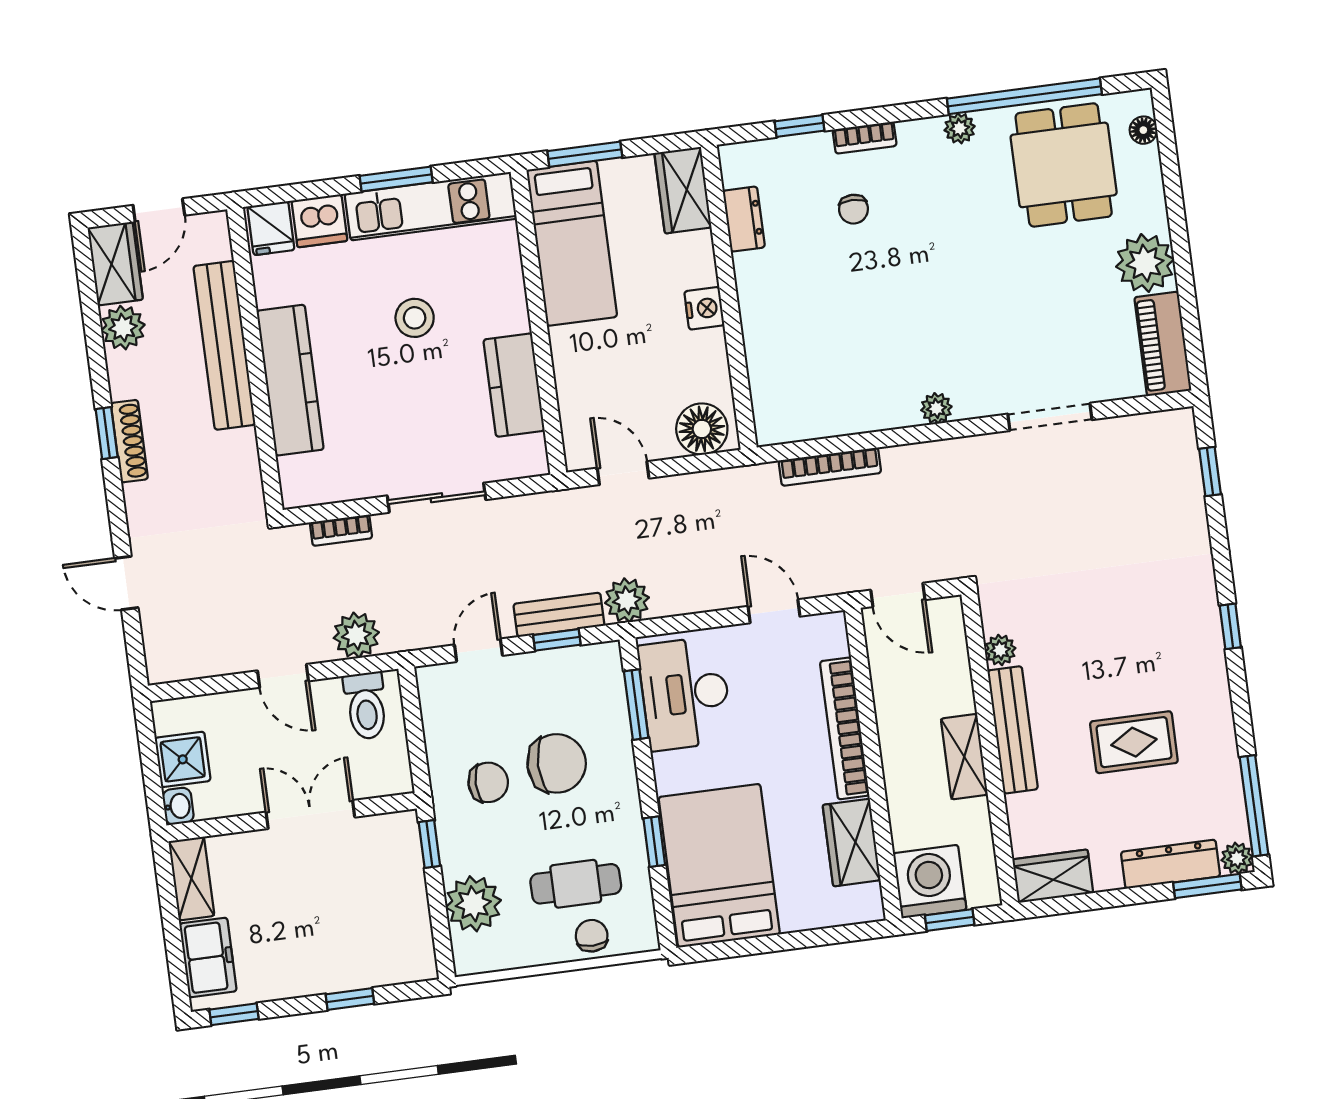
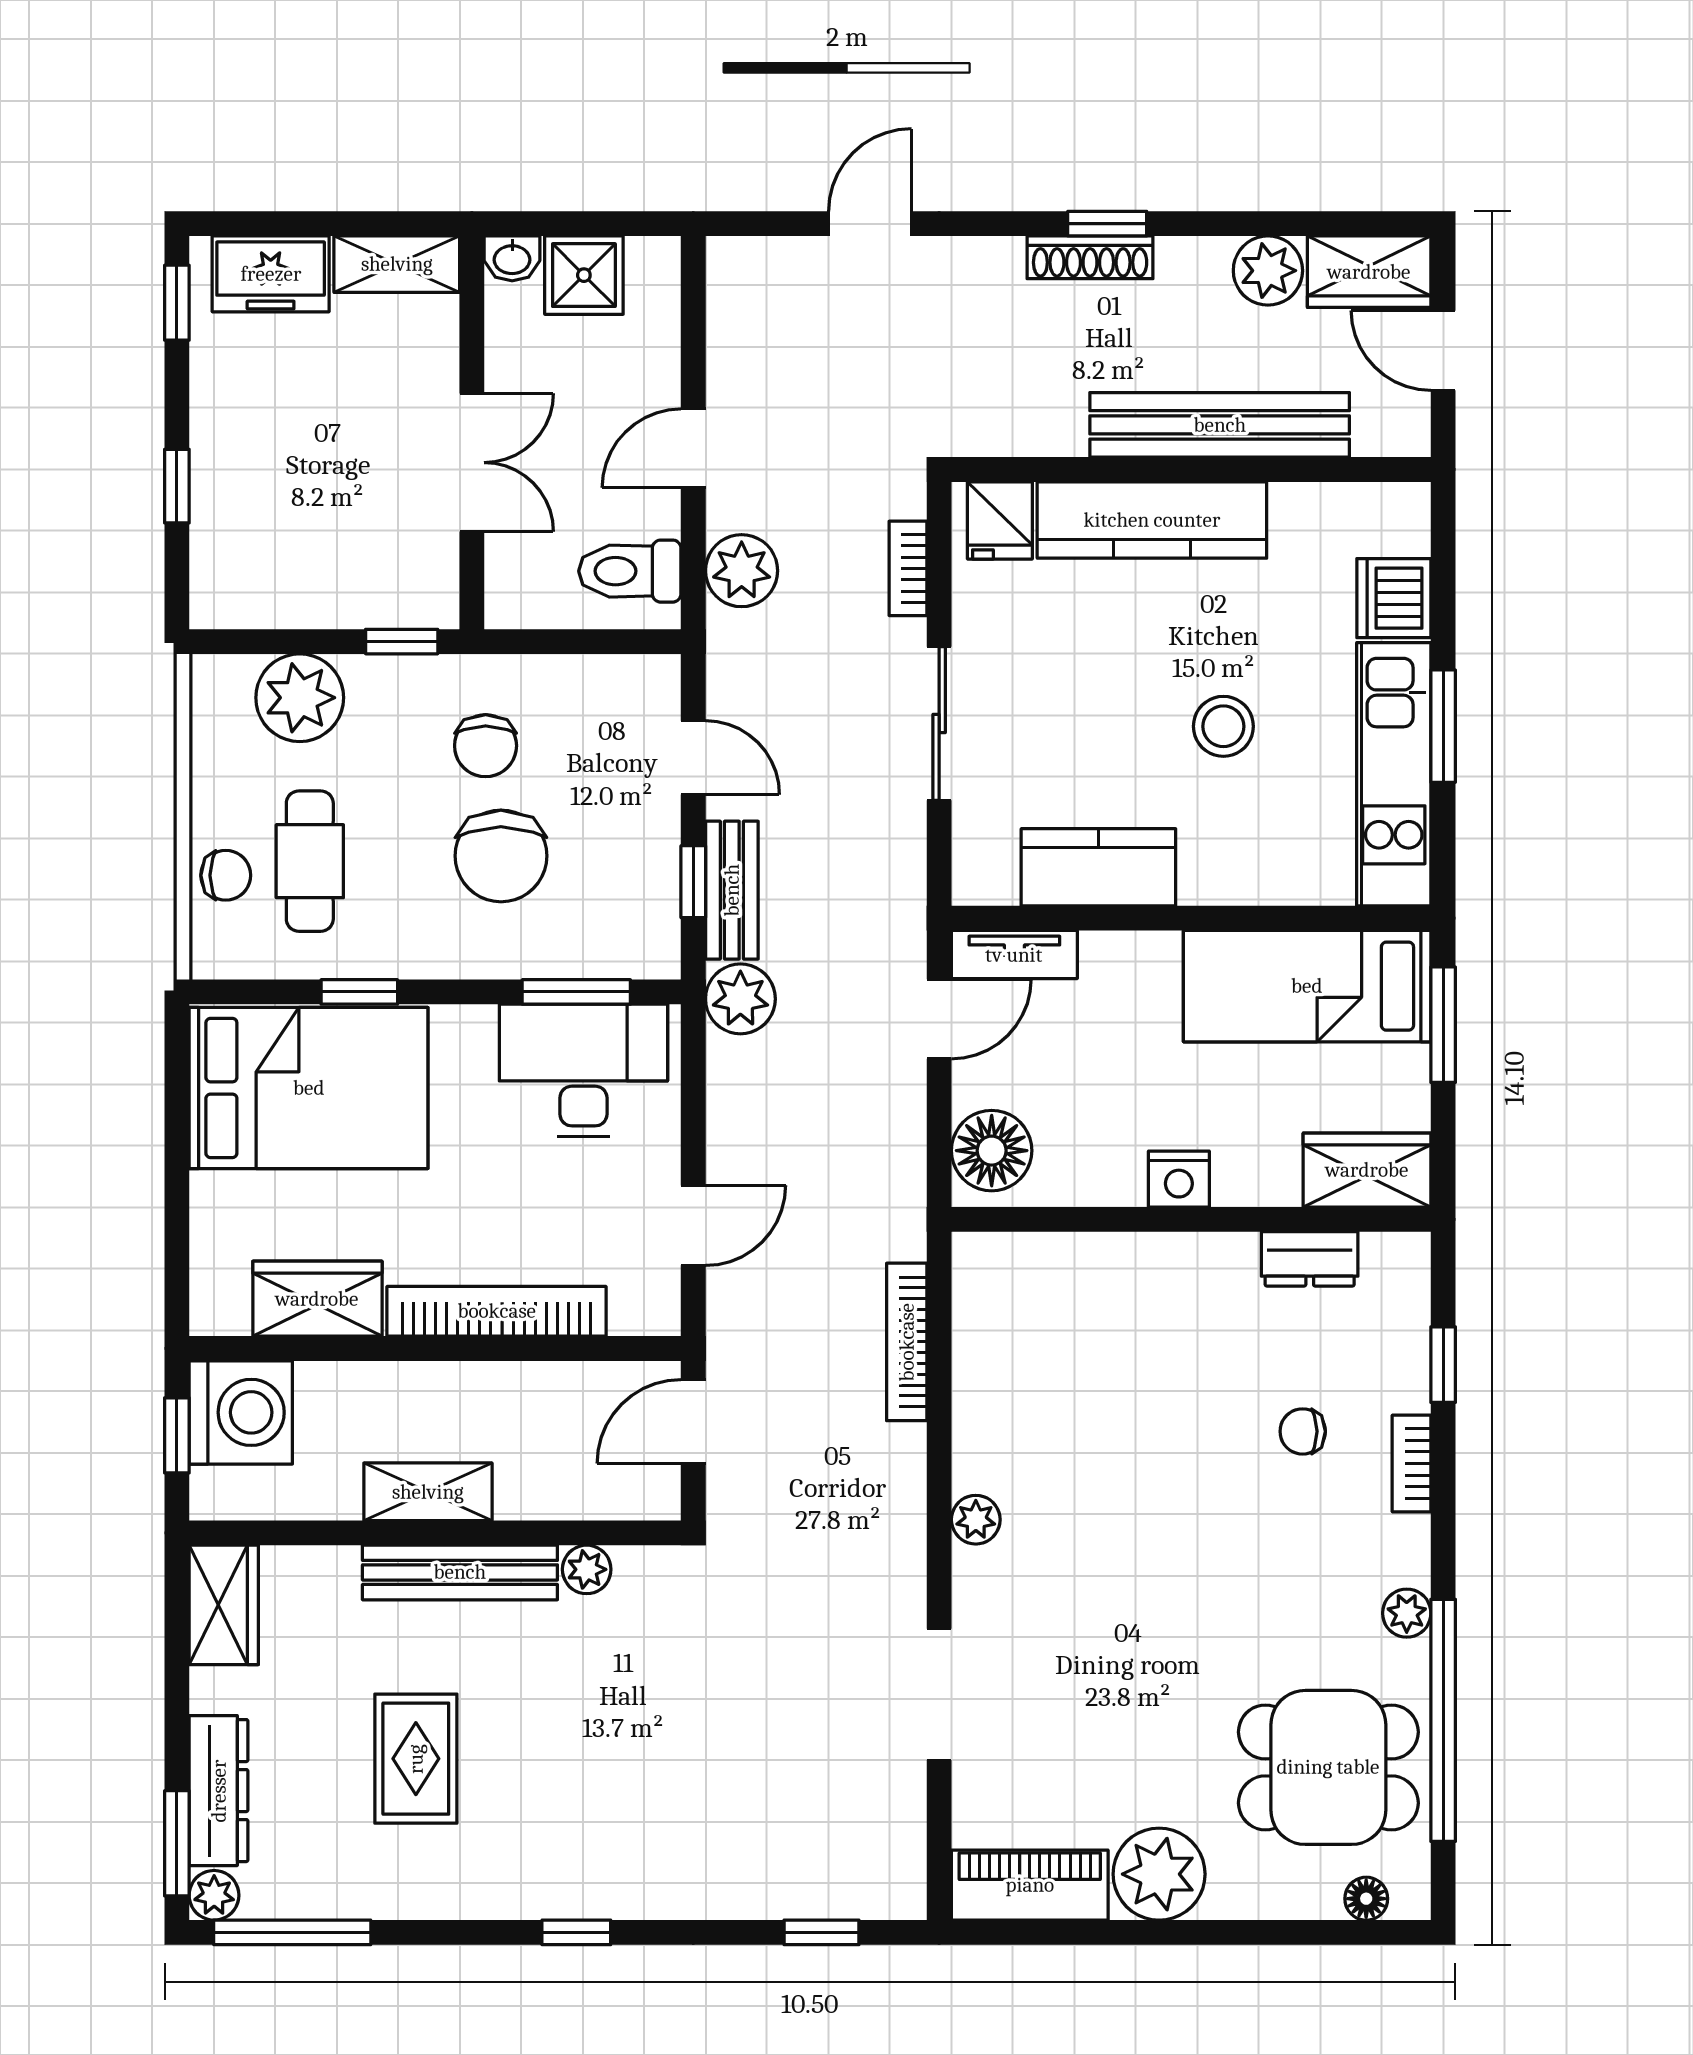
fridge: (271, 228) -> (1000, 520), moved, turned -90
tv unit: (576, 431) -> (1014, 955), added

